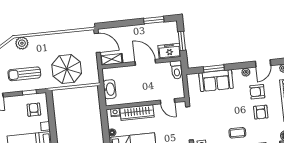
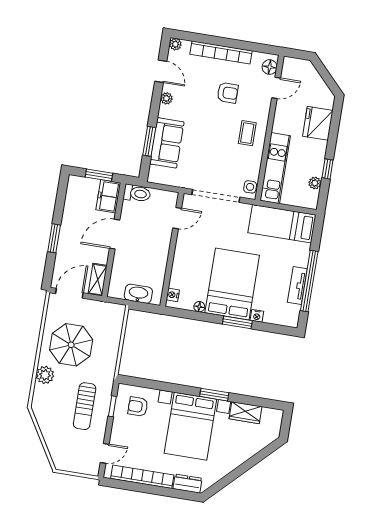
window: (154, 20) -> (54, 238), moved
plant: (22, 43) -> (45, 375), moved
parasol: (67, 69) -> (71, 345), moved
armchair: (257, 92) -> (198, 90), removed
wardrobe: (137, 113) -> (181, 265), removed

